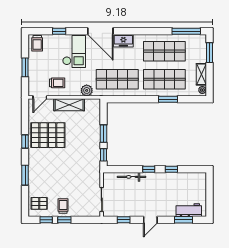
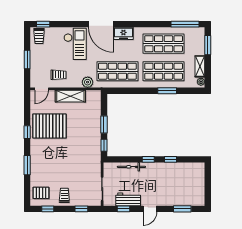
window: (59, 31) -> (43, 24), moved
workbench: (189, 210) -> (128, 199), moved
window: (64, 220) -> (81, 209), moved

